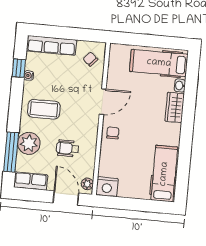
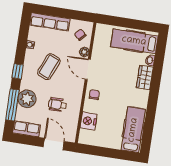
window: (19, 68) -> (18, 71), moved
door: (103, 102) -> (88, 69), swing flipped
coffee table: (44, 109) -> (49, 67), moved, turned -68
plant: (87, 184) -> (84, 52), moved
nightstand: (107, 187) -> (89, 121), moved, turned 90

